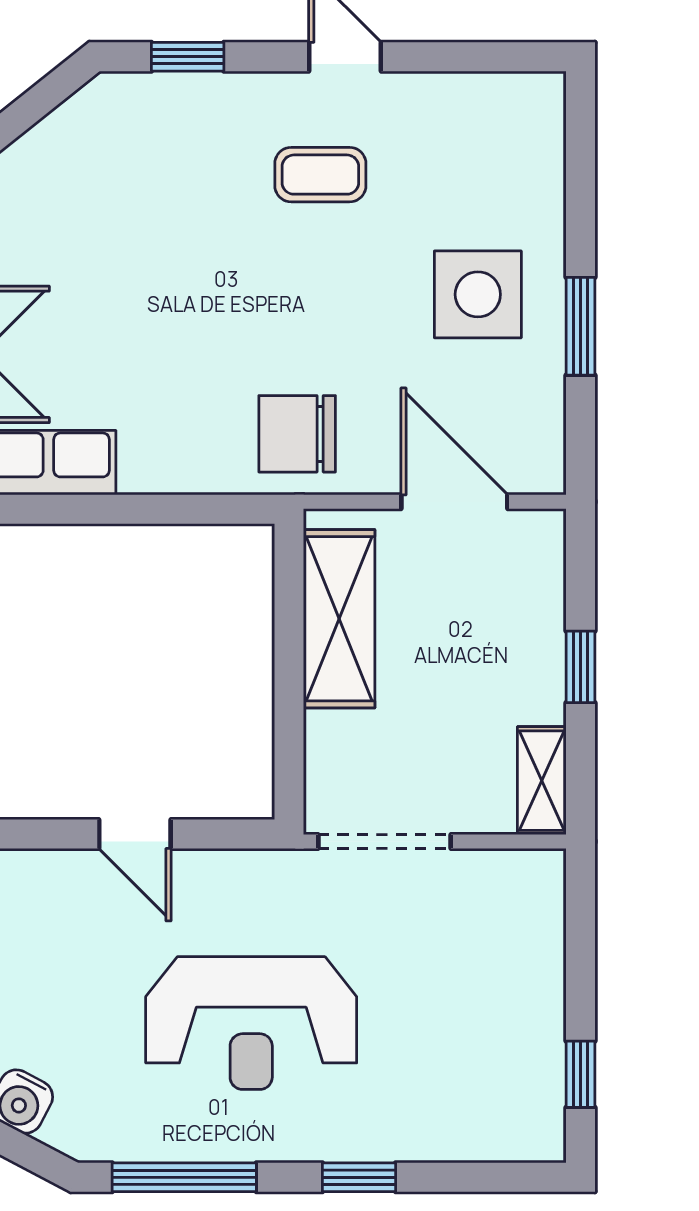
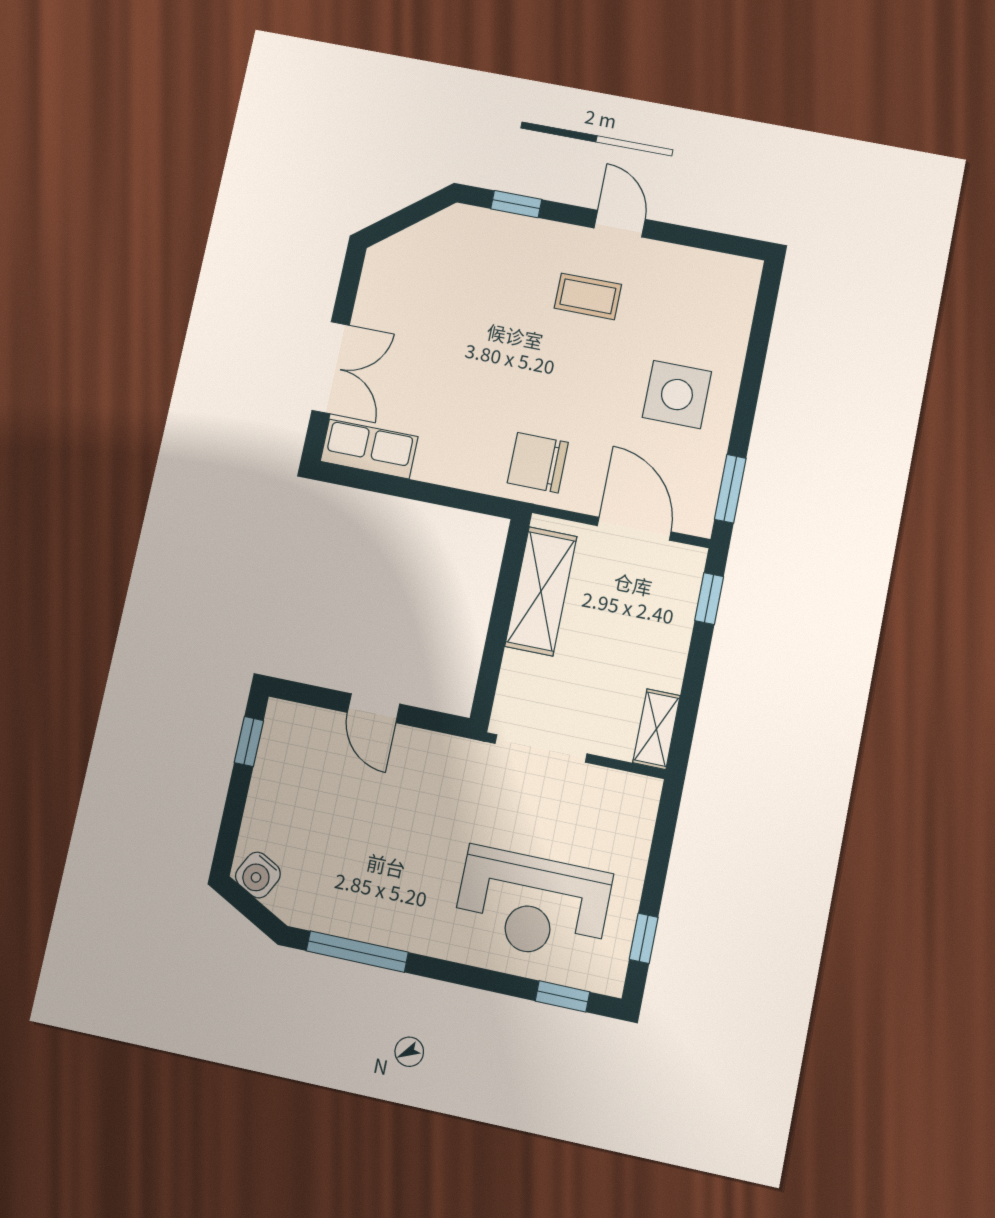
window: (580, 326) -> (730, 489), moved
window: (580, 667) -> (709, 599), moved
reception desk: (251, 1023) -> (532, 905), moved
window: (359, 1177) -> (563, 996), moved

